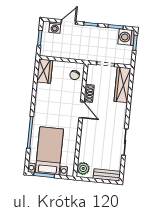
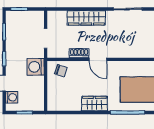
washing machine: (126, 37) -> (36, 67), moved, turned 90
wardrobe: (45, 71) -> (94, 104), moved
wardrobe: (123, 85) -> (86, 18), moved
door: (82, 110) -> (98, 59), swing flipped

